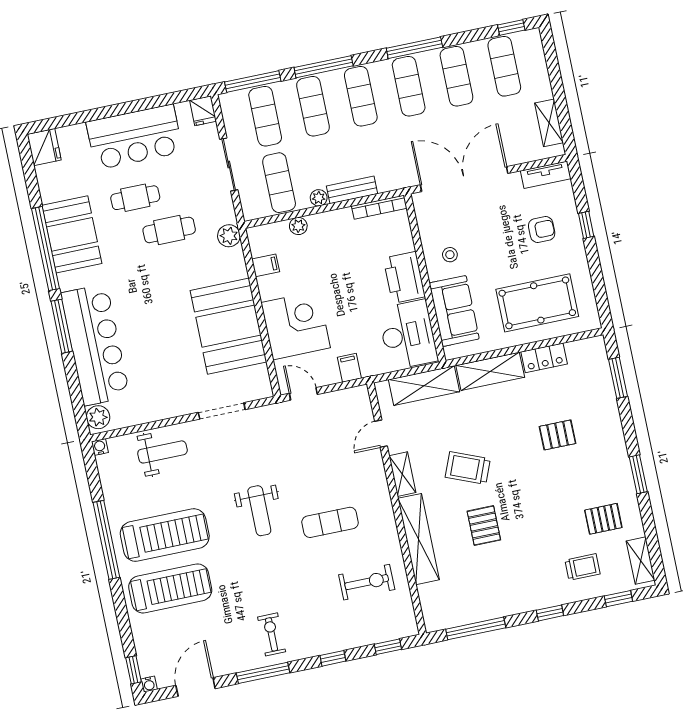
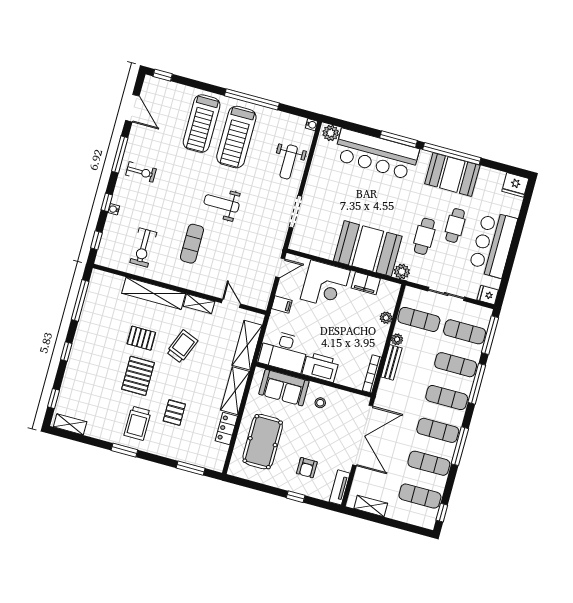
filing cabinet: (266, 265) -> (366, 283), width x2.00
booth: (228, 326) -> (368, 249), moved
pallet: (603, 519) -> (138, 376), moved, width x1.50, depth x1.42
trolley: (583, 567) -> (138, 423), moved, width x1.36, depth x1.39
water cooler: (149, 684) -> (114, 209), moved

